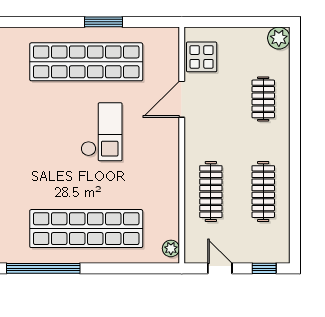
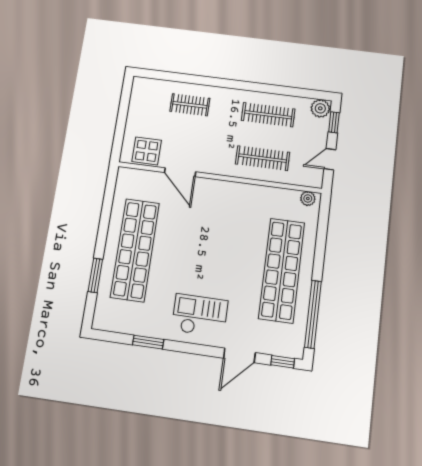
window: (104, 22) -> (95, 275), moved
plant: (279, 38) -> (320, 108), moved
checkout: (102, 132) -> (200, 315), moved

